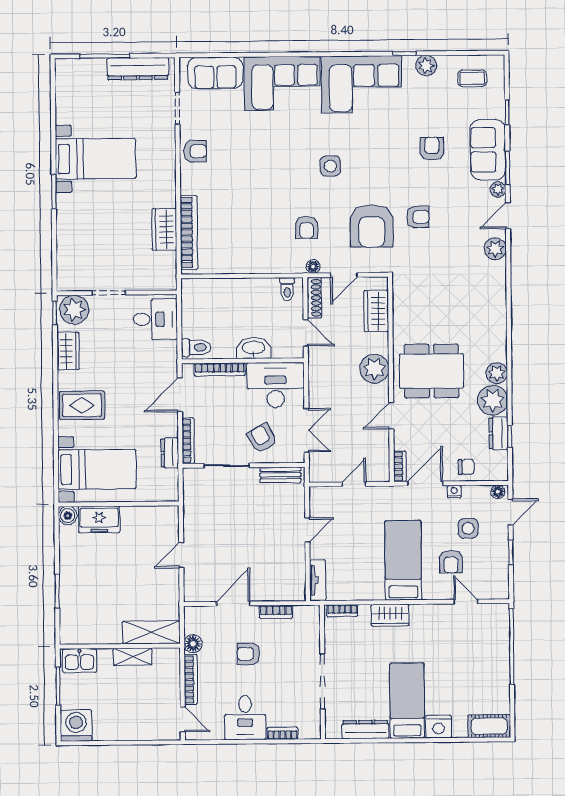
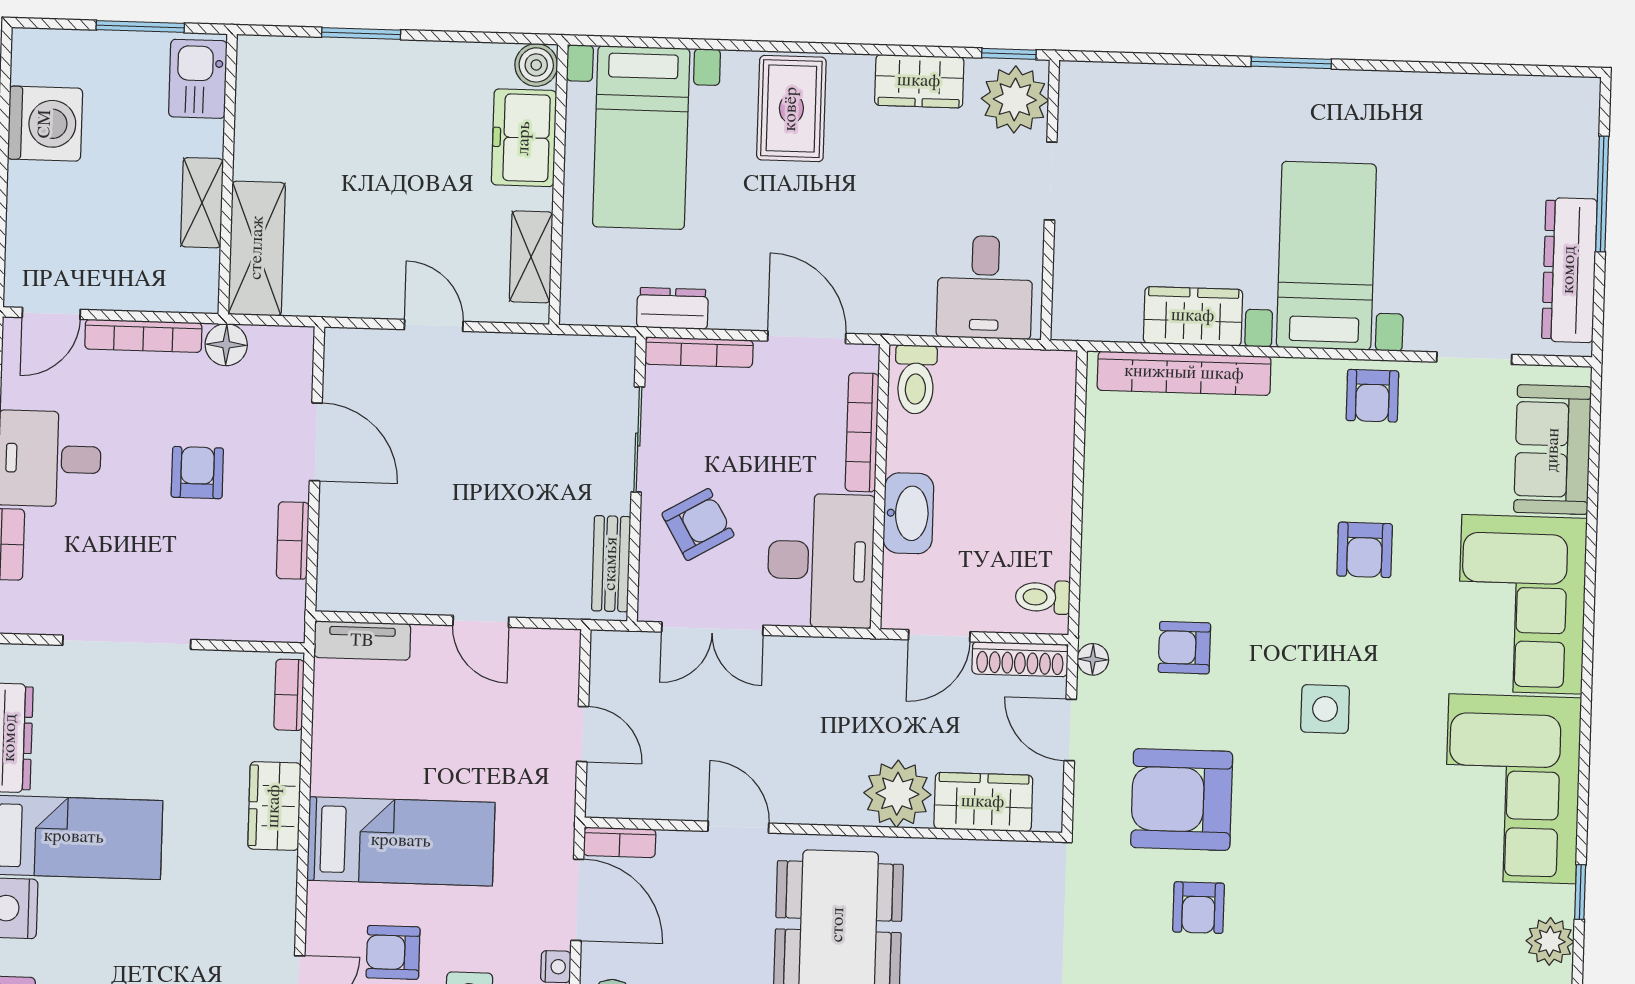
armchair: (432, 149) -> (1365, 550), moved, turned 90
bed with nightstands: (95, 159) -> (1326, 256), moved, turned 180
plant: (374, 369) -> (897, 794), moved
shelving: (150, 514) -> (531, 257), added
washing machine: (76, 726) -> (45, 124), moved

